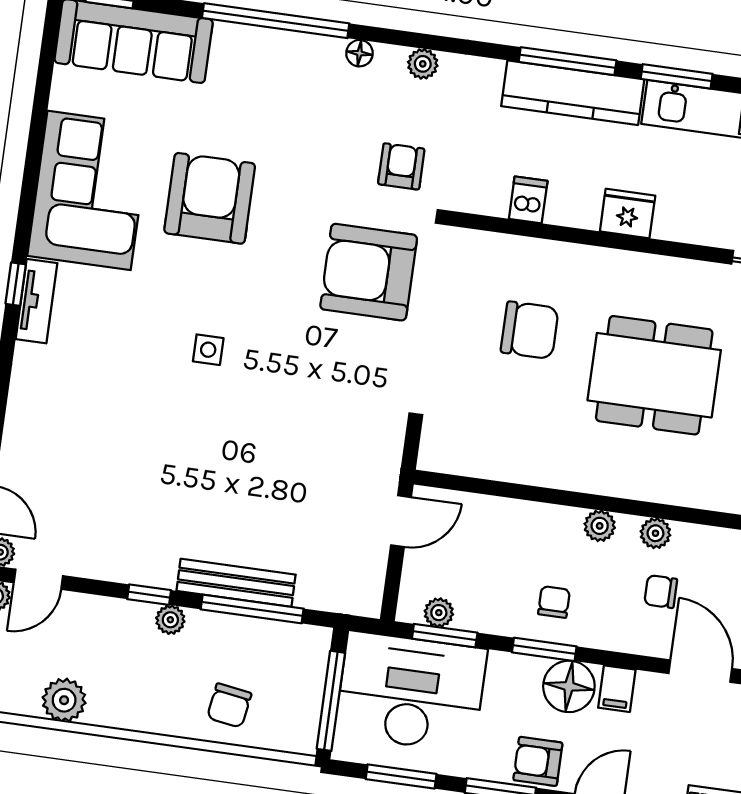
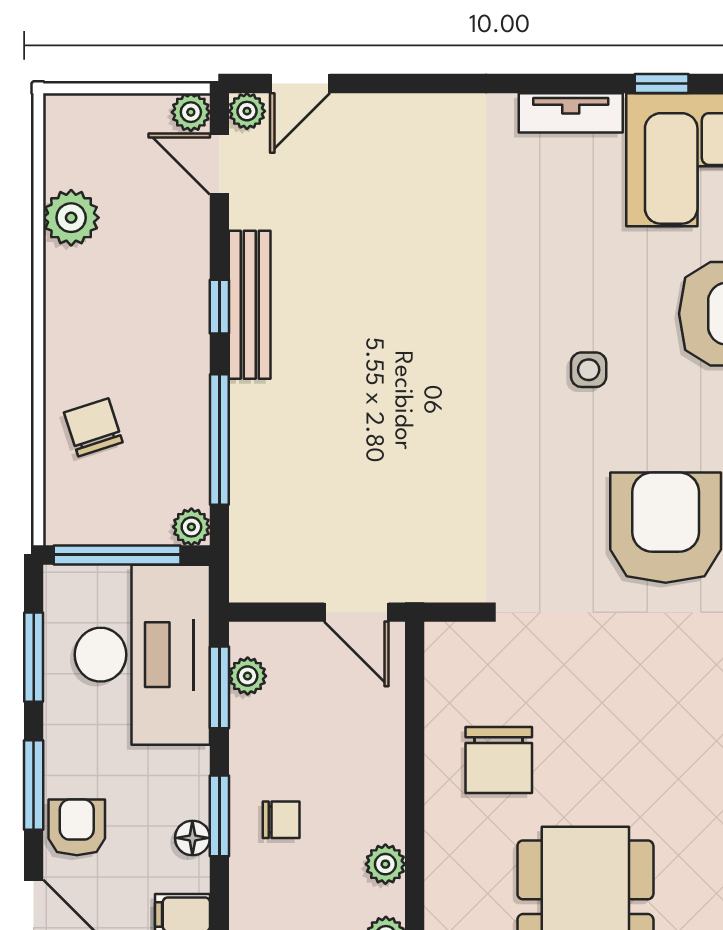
window: (16, 284) -> (662, 84), moved
chair: (530, 330) -> (499, 760), moved
side table: (208, 350) -> (589, 370), moved
bench: (236, 583) -> (250, 305), moved
plant: (170, 620) -> (191, 527), moved
floor lamp: (569, 686) -> (192, 838), width x0.53, depth x0.53
chair: (229, 705) -> (93, 427), turned 63

